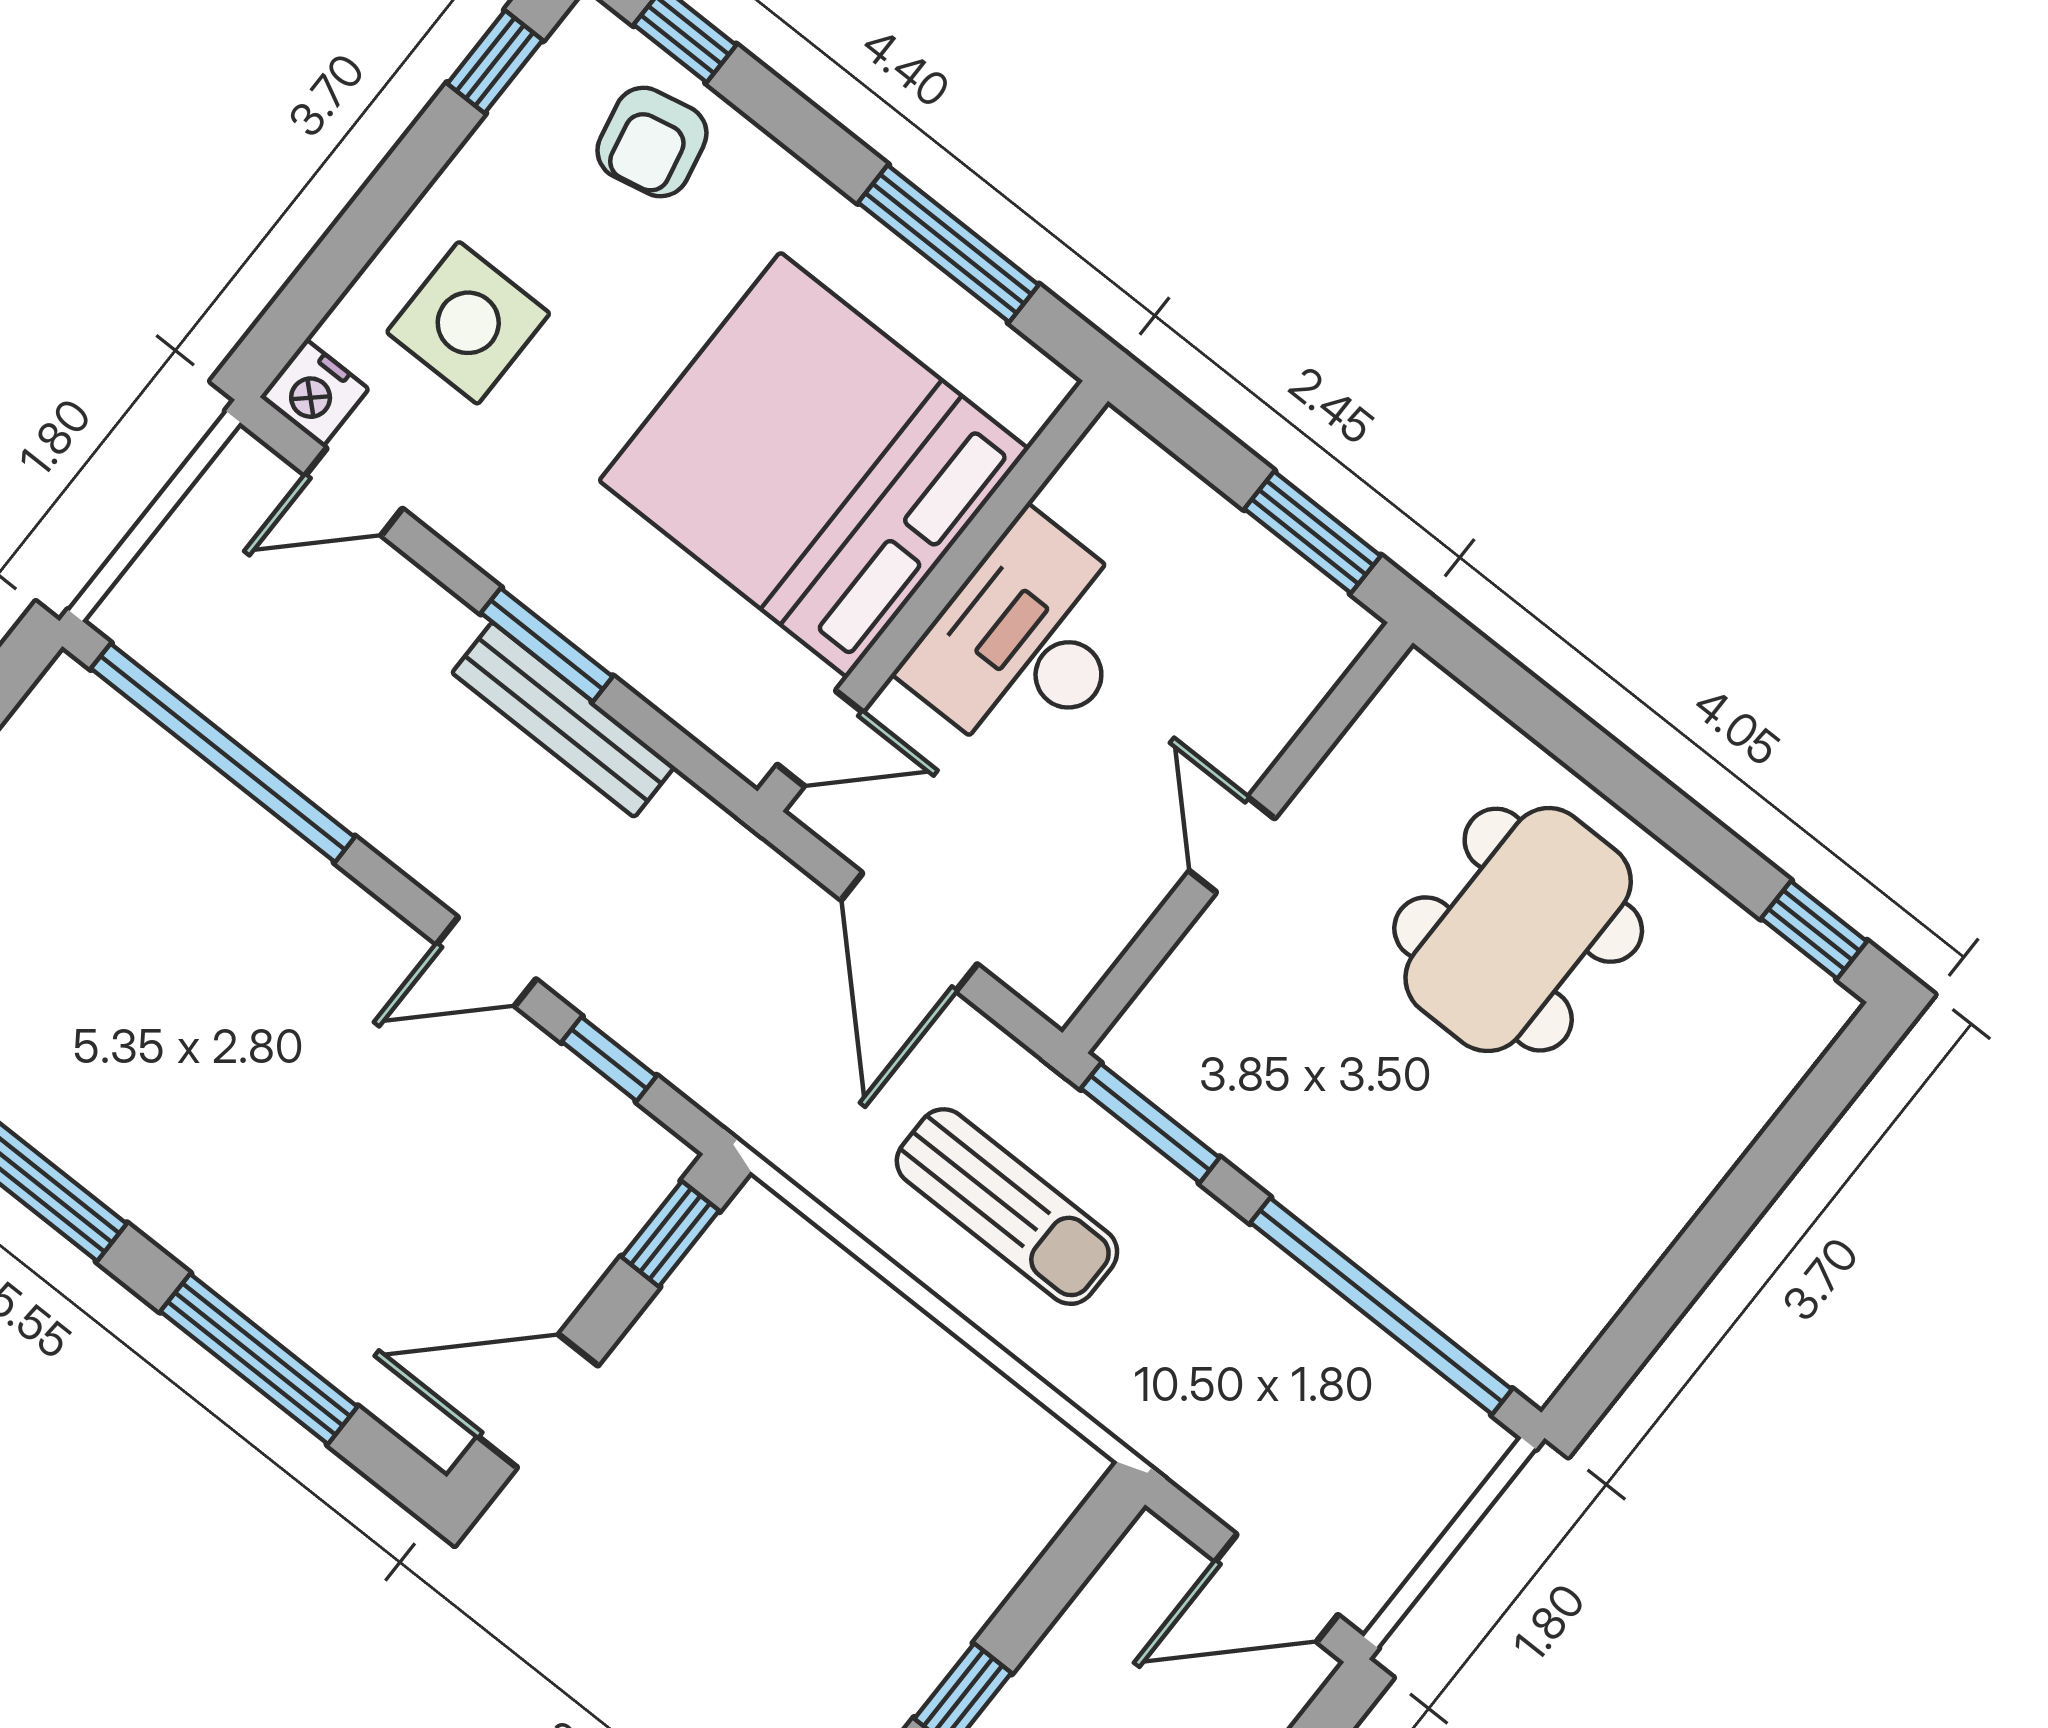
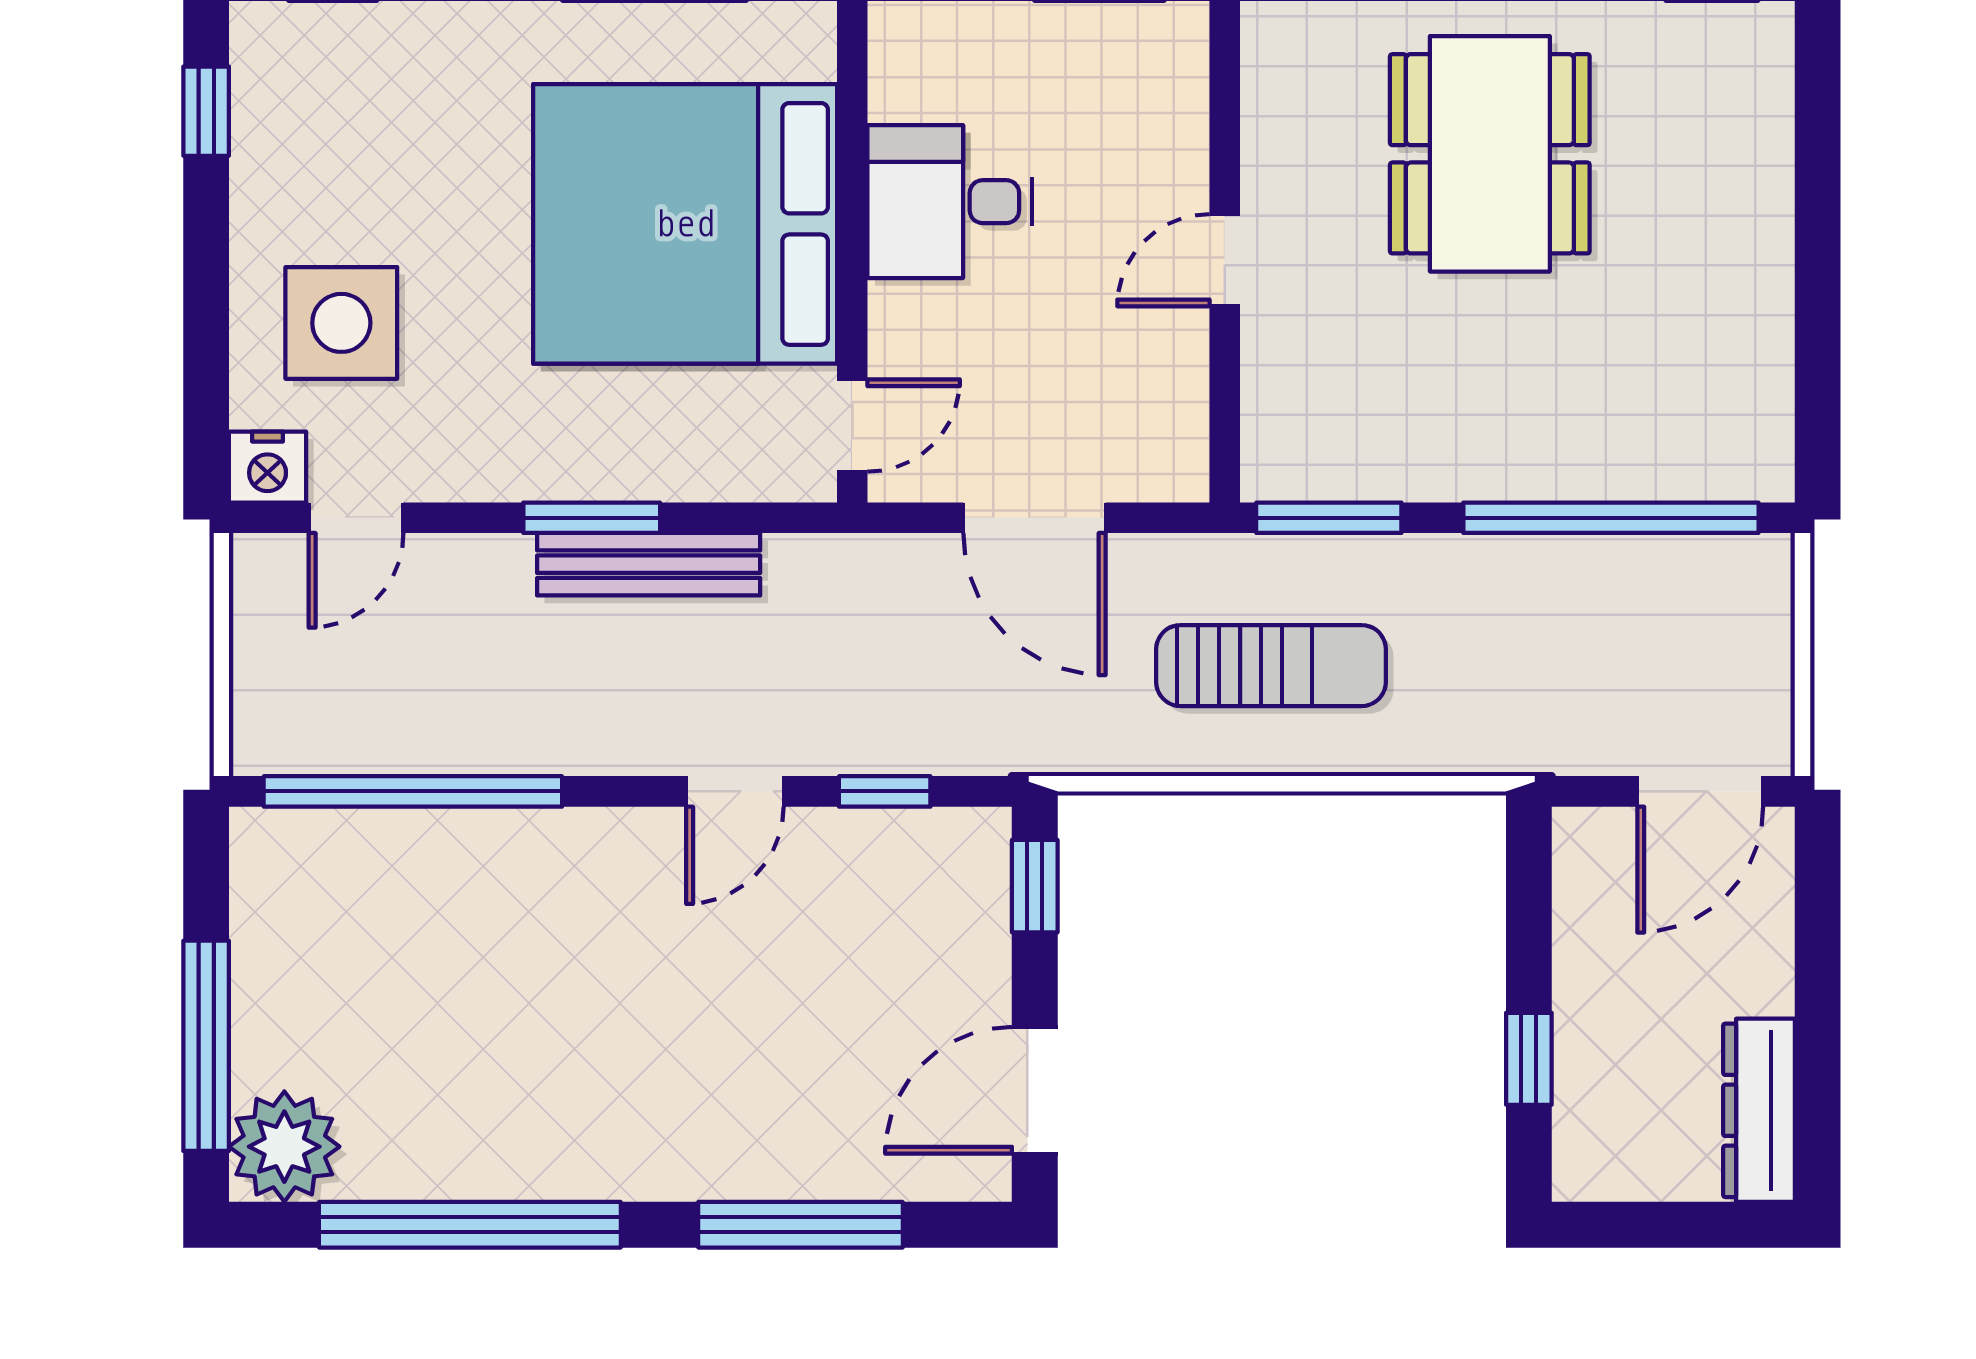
armchair: (652, 142) -> (372, 78), removed
desk: (1027, 642) -> (950, 202), width x0.73
door: (1232, 845) -> (1225, 260), hinge flipped

